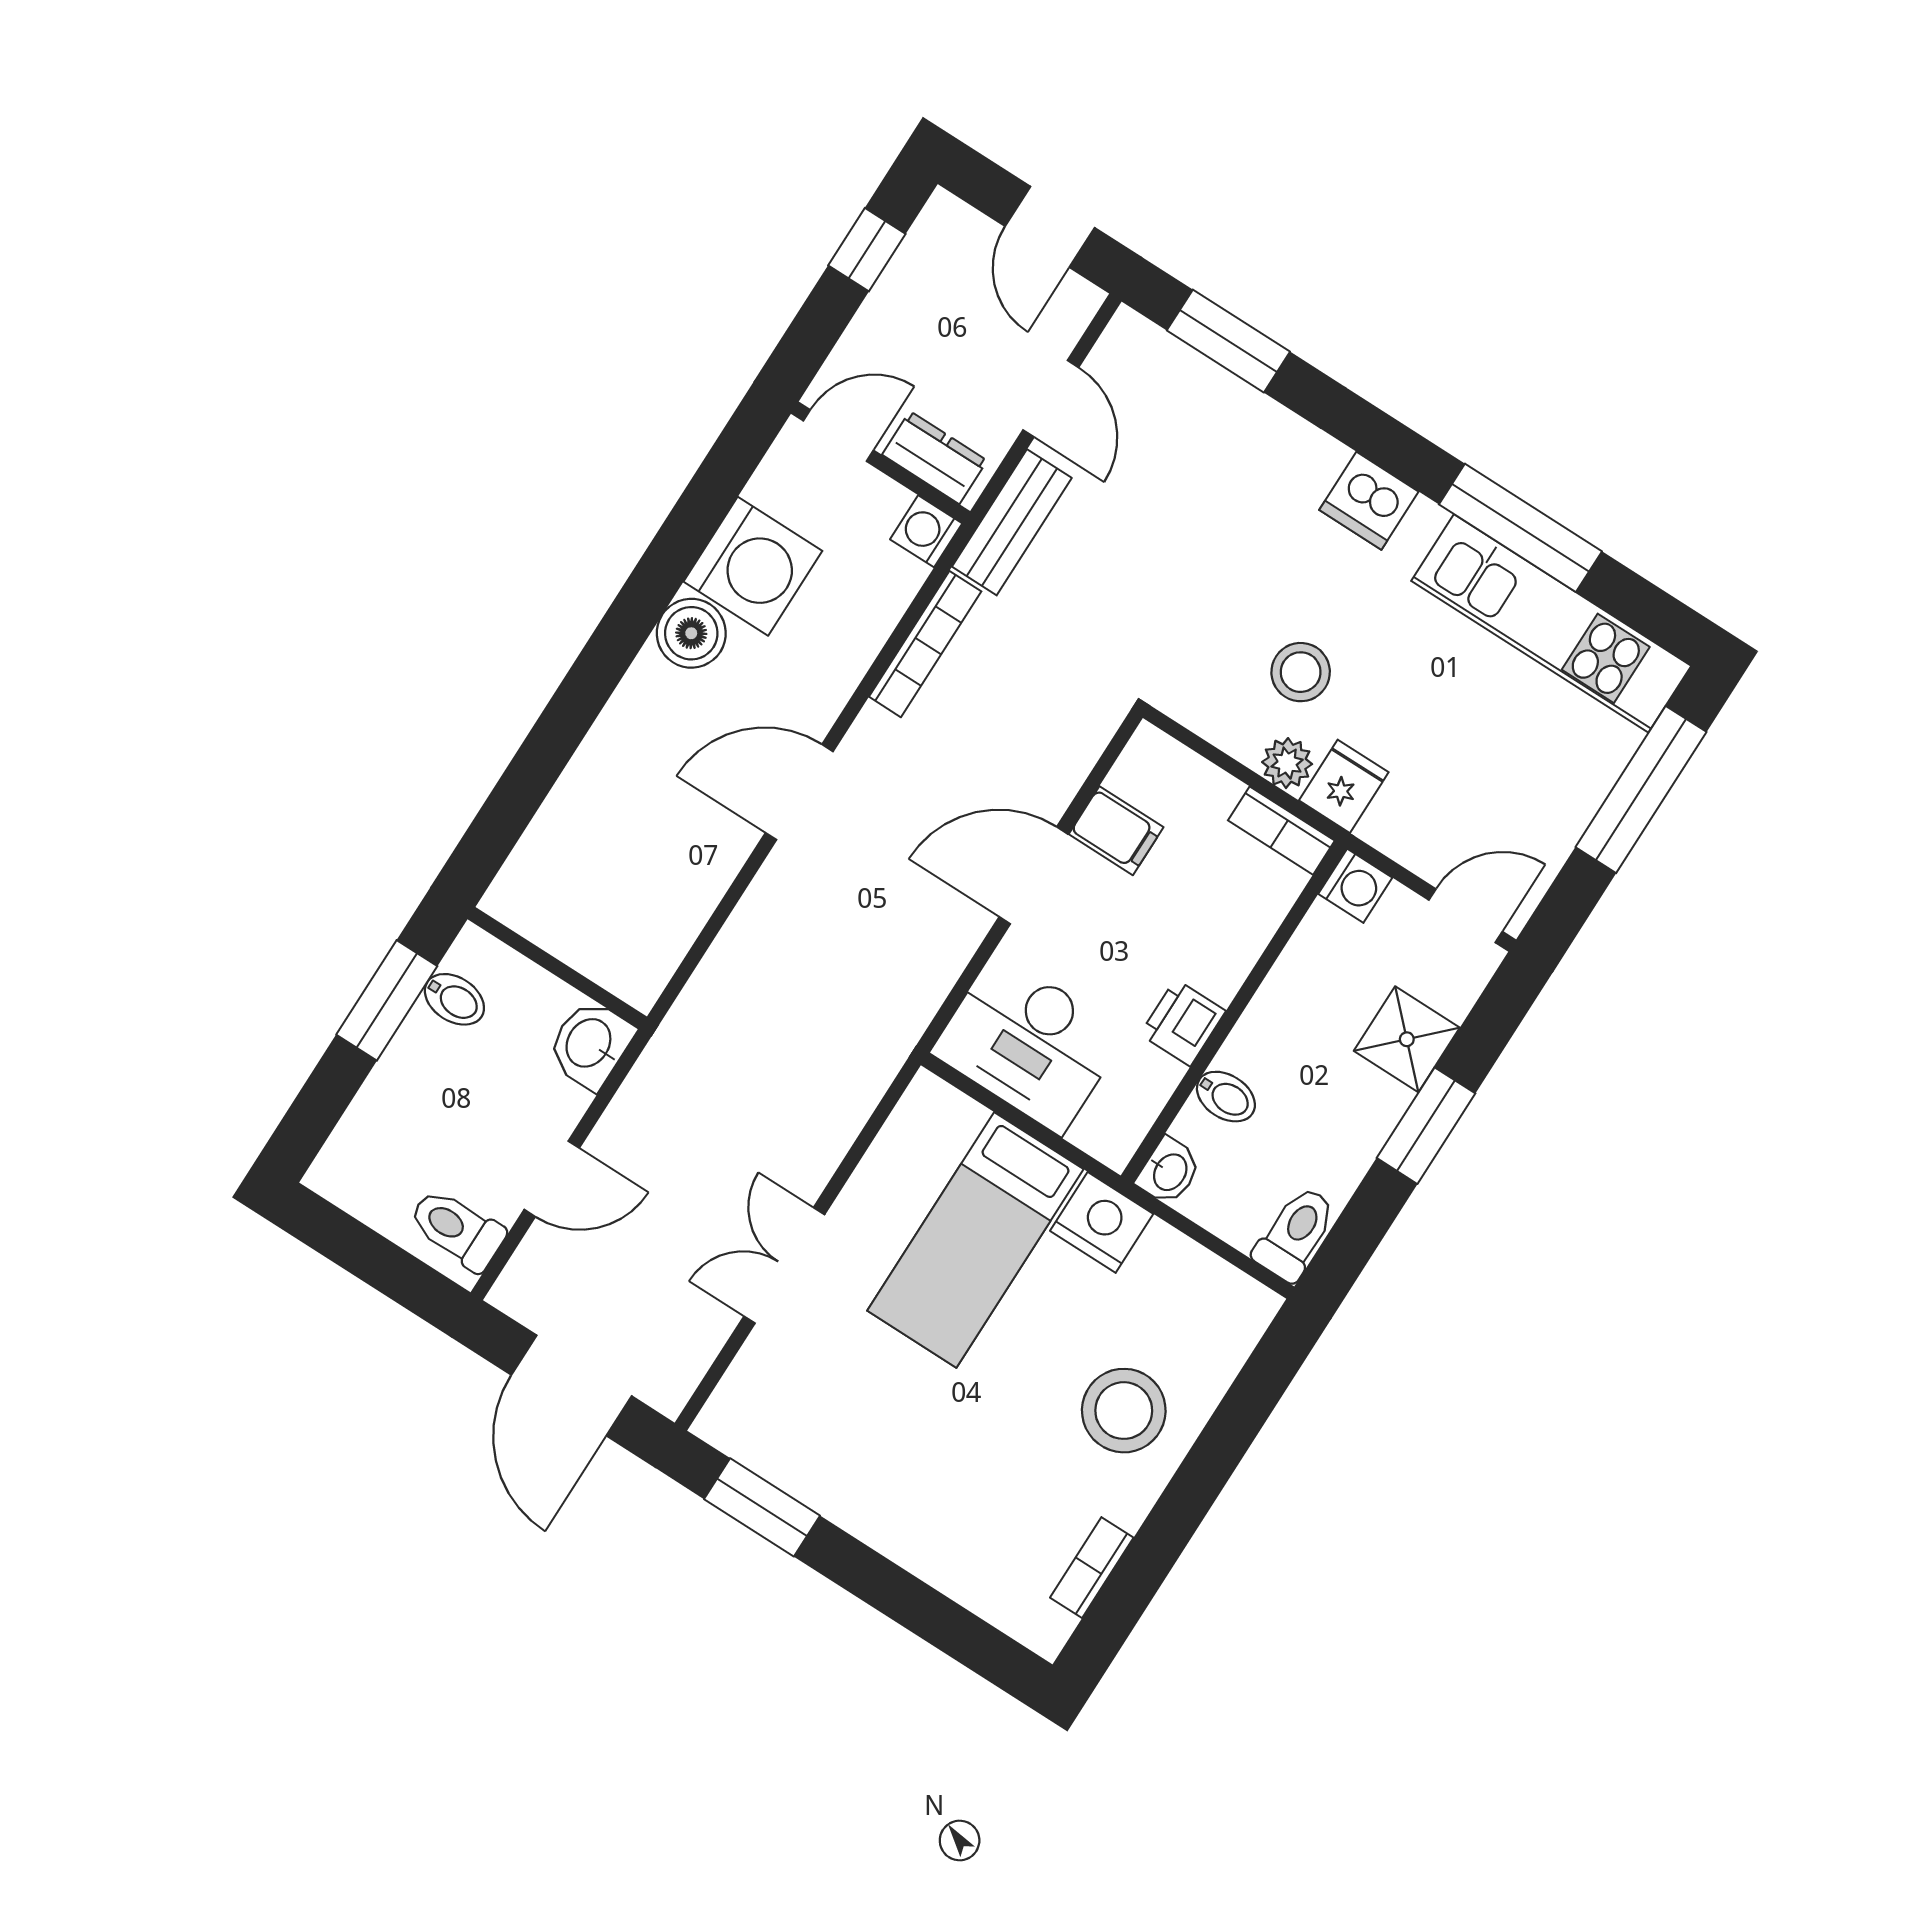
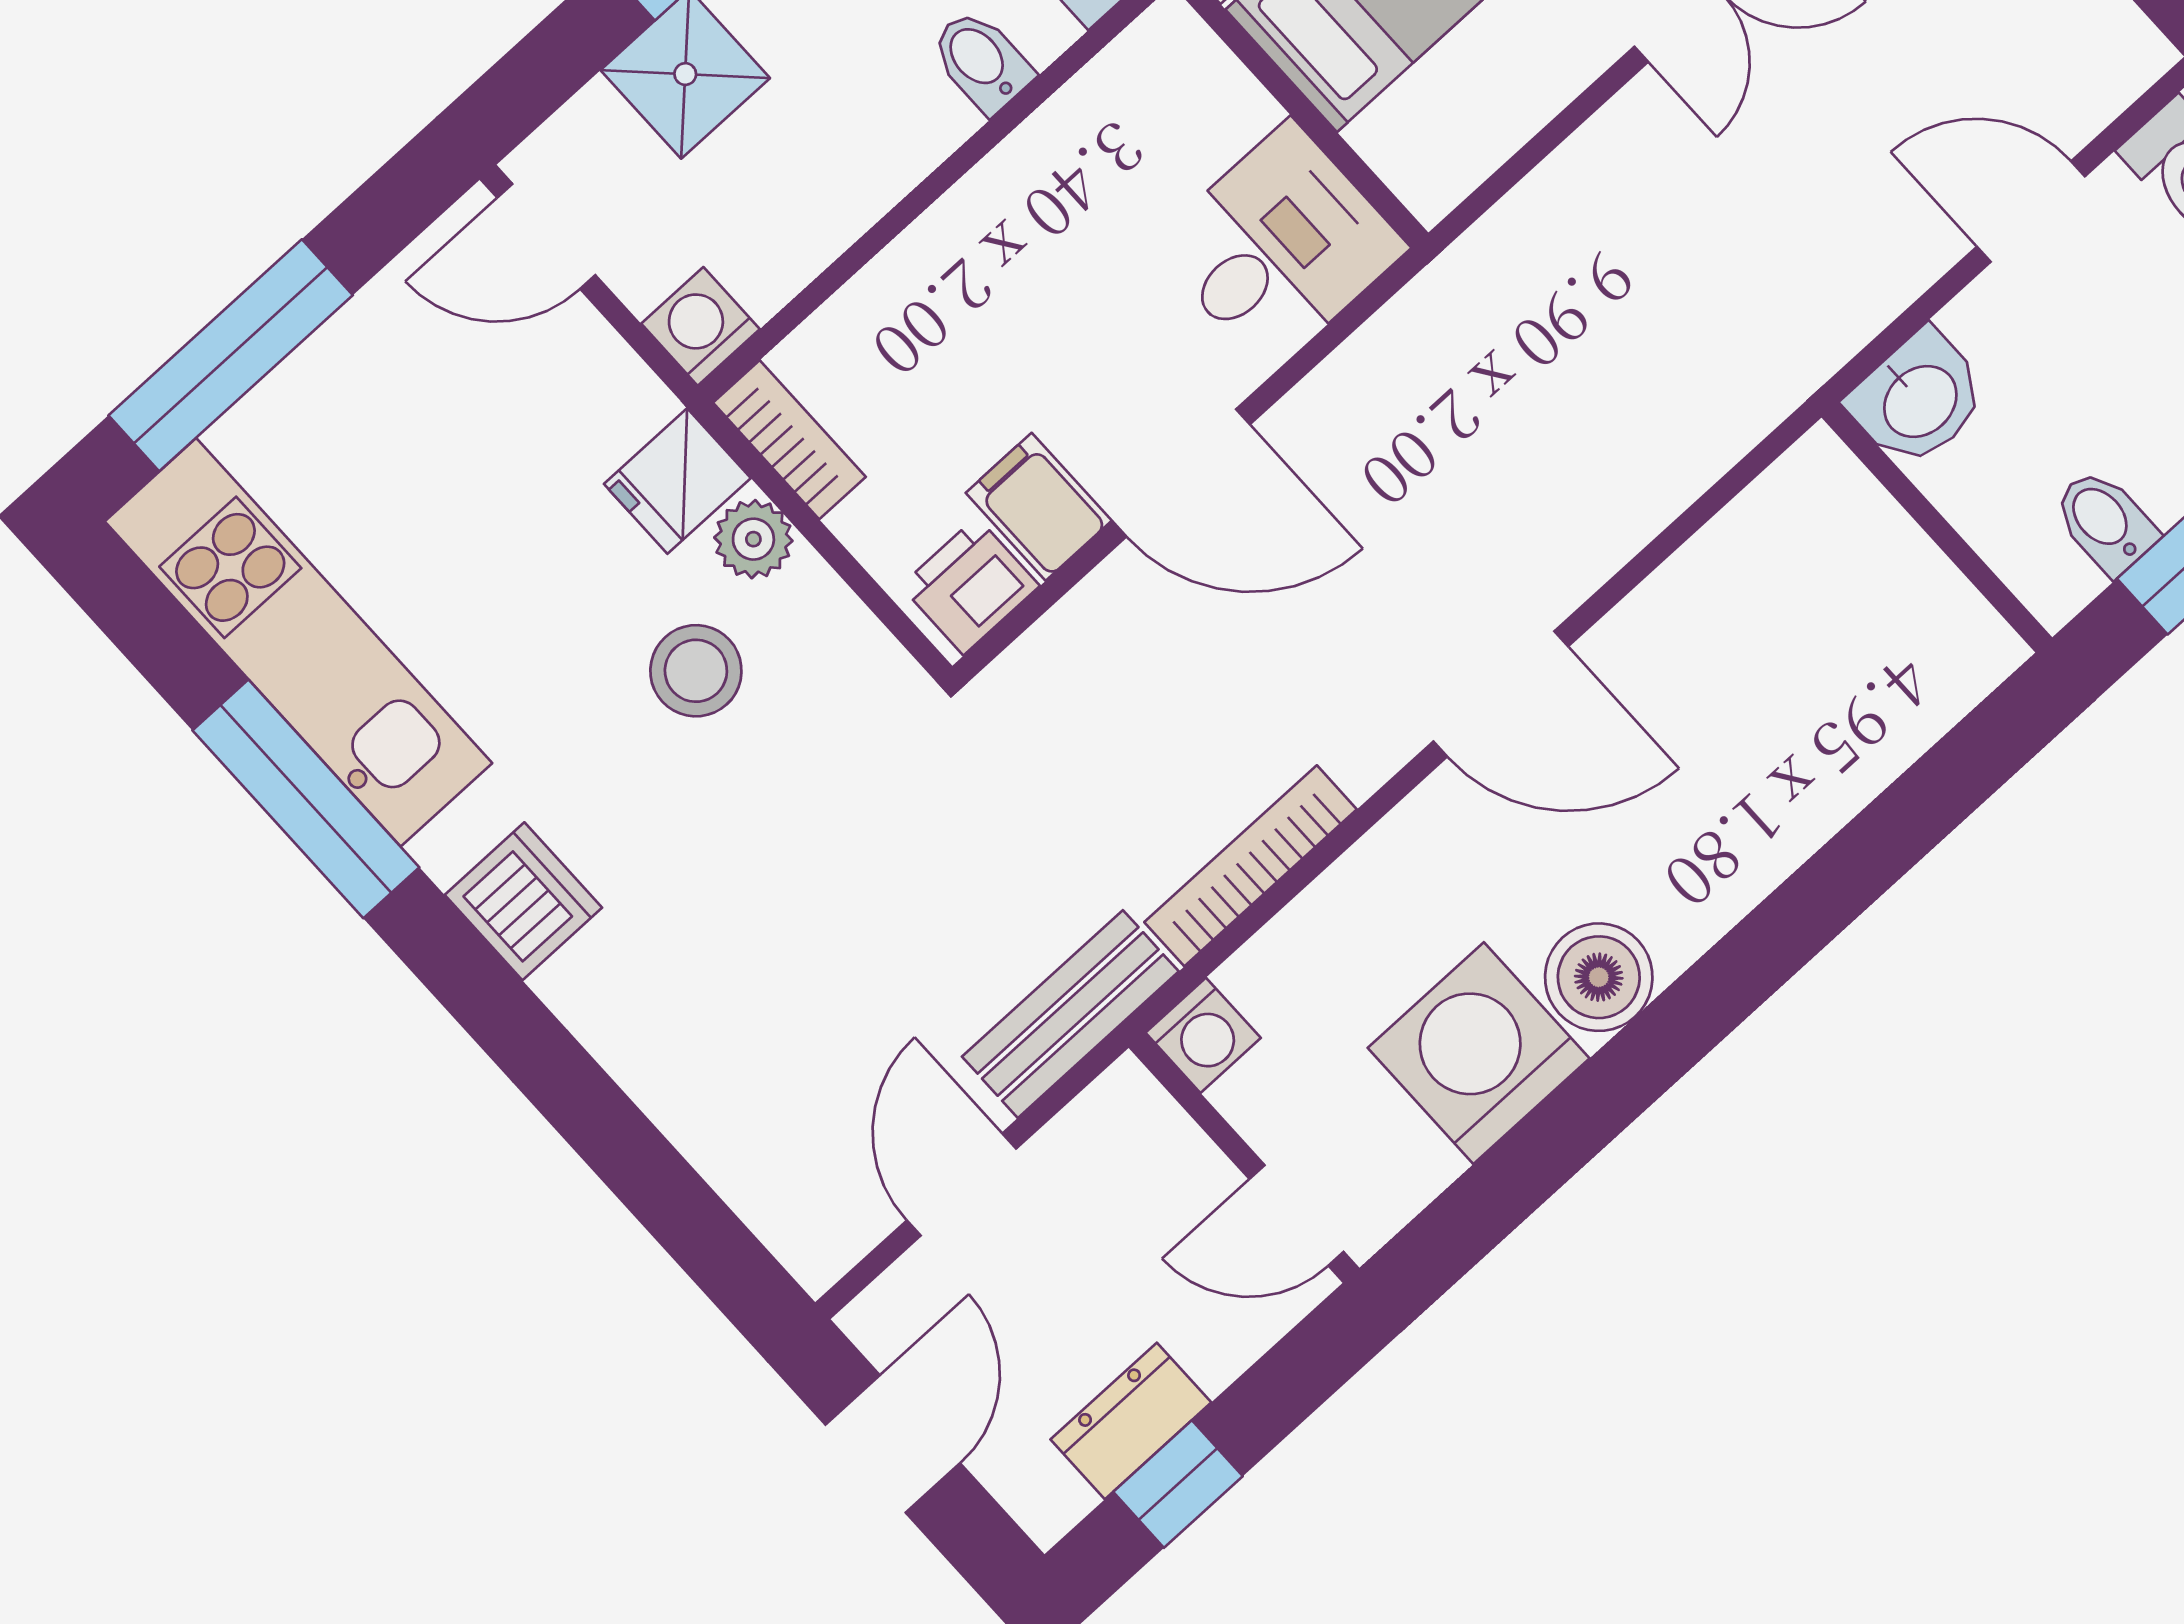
window: (1228, 341) -> (670, 1199), removed
dresser: (935, 458) -> (1131, 1421), moved, turned 90
printer: (1183, 1023) -> (970, 586), moved, turned 180
desk: (1029, 1043) -> (1279, 247), width x0.73

